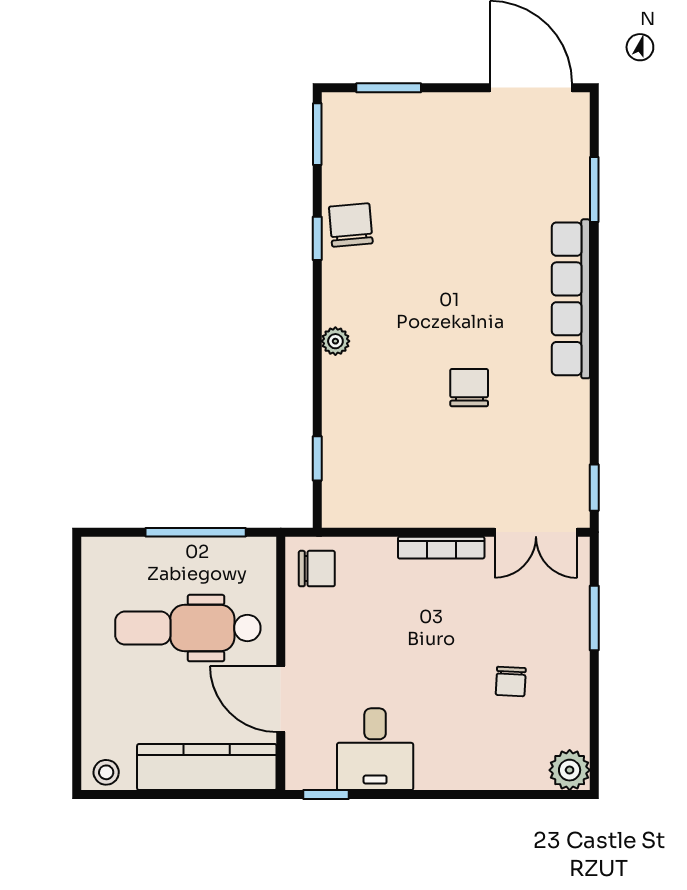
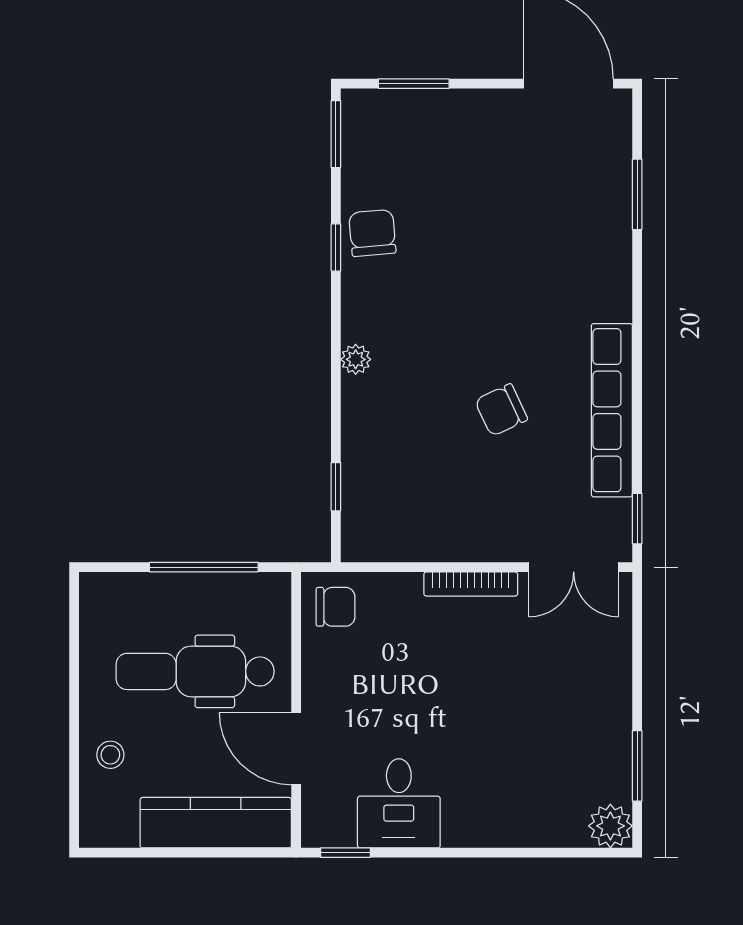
row of seats: (571, 299) -> (612, 410), moved
chair: (469, 388) -> (501, 410), turned -115
window: (594, 618) -> (637, 766), moved
chair: (511, 681) -> (546, 730), removed
stool: (106, 772) -> (110, 755), moved

